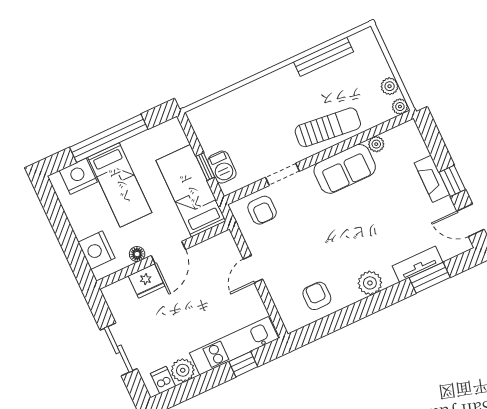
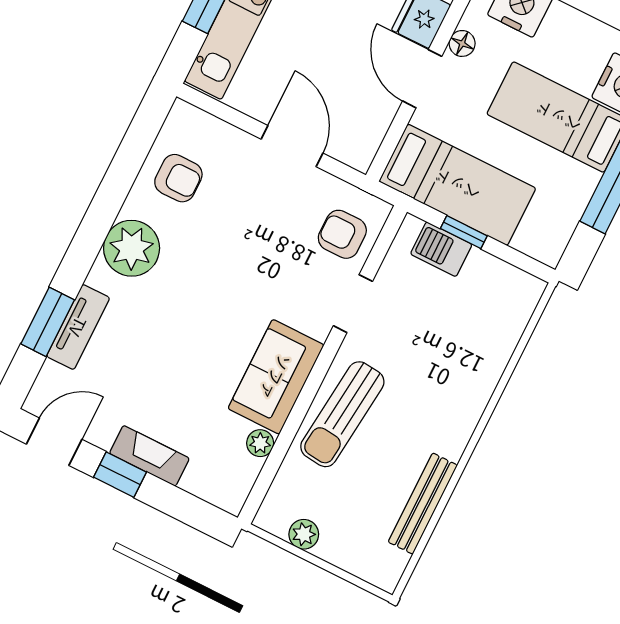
plant: (400, 107) -> (268, 518), removed
door: (253, 269) -> (292, 146), width x1.38
plant: (370, 283) -> (132, 248), width x1.36, depth x1.36

